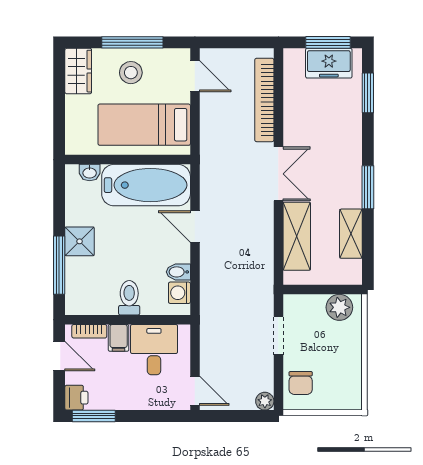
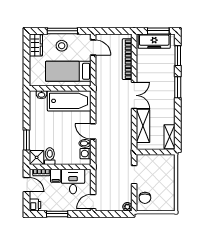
freezer: (329, 63) -> (154, 41), width x1.40
window: (368, 187) -> (178, 87), moved
door: (195, 227) -> (93, 131), moved
shelving: (351, 234) -> (170, 137), moved
shower: (80, 241) -> (37, 157), moved
window: (59, 265) -> (27, 140), width x0.69
toilet: (129, 298) -> (50, 156), moved
plant: (339, 307) -> (164, 161), removed
door: (195, 391) -> (93, 202), swing flipped
window: (94, 416) -> (57, 214), moved

